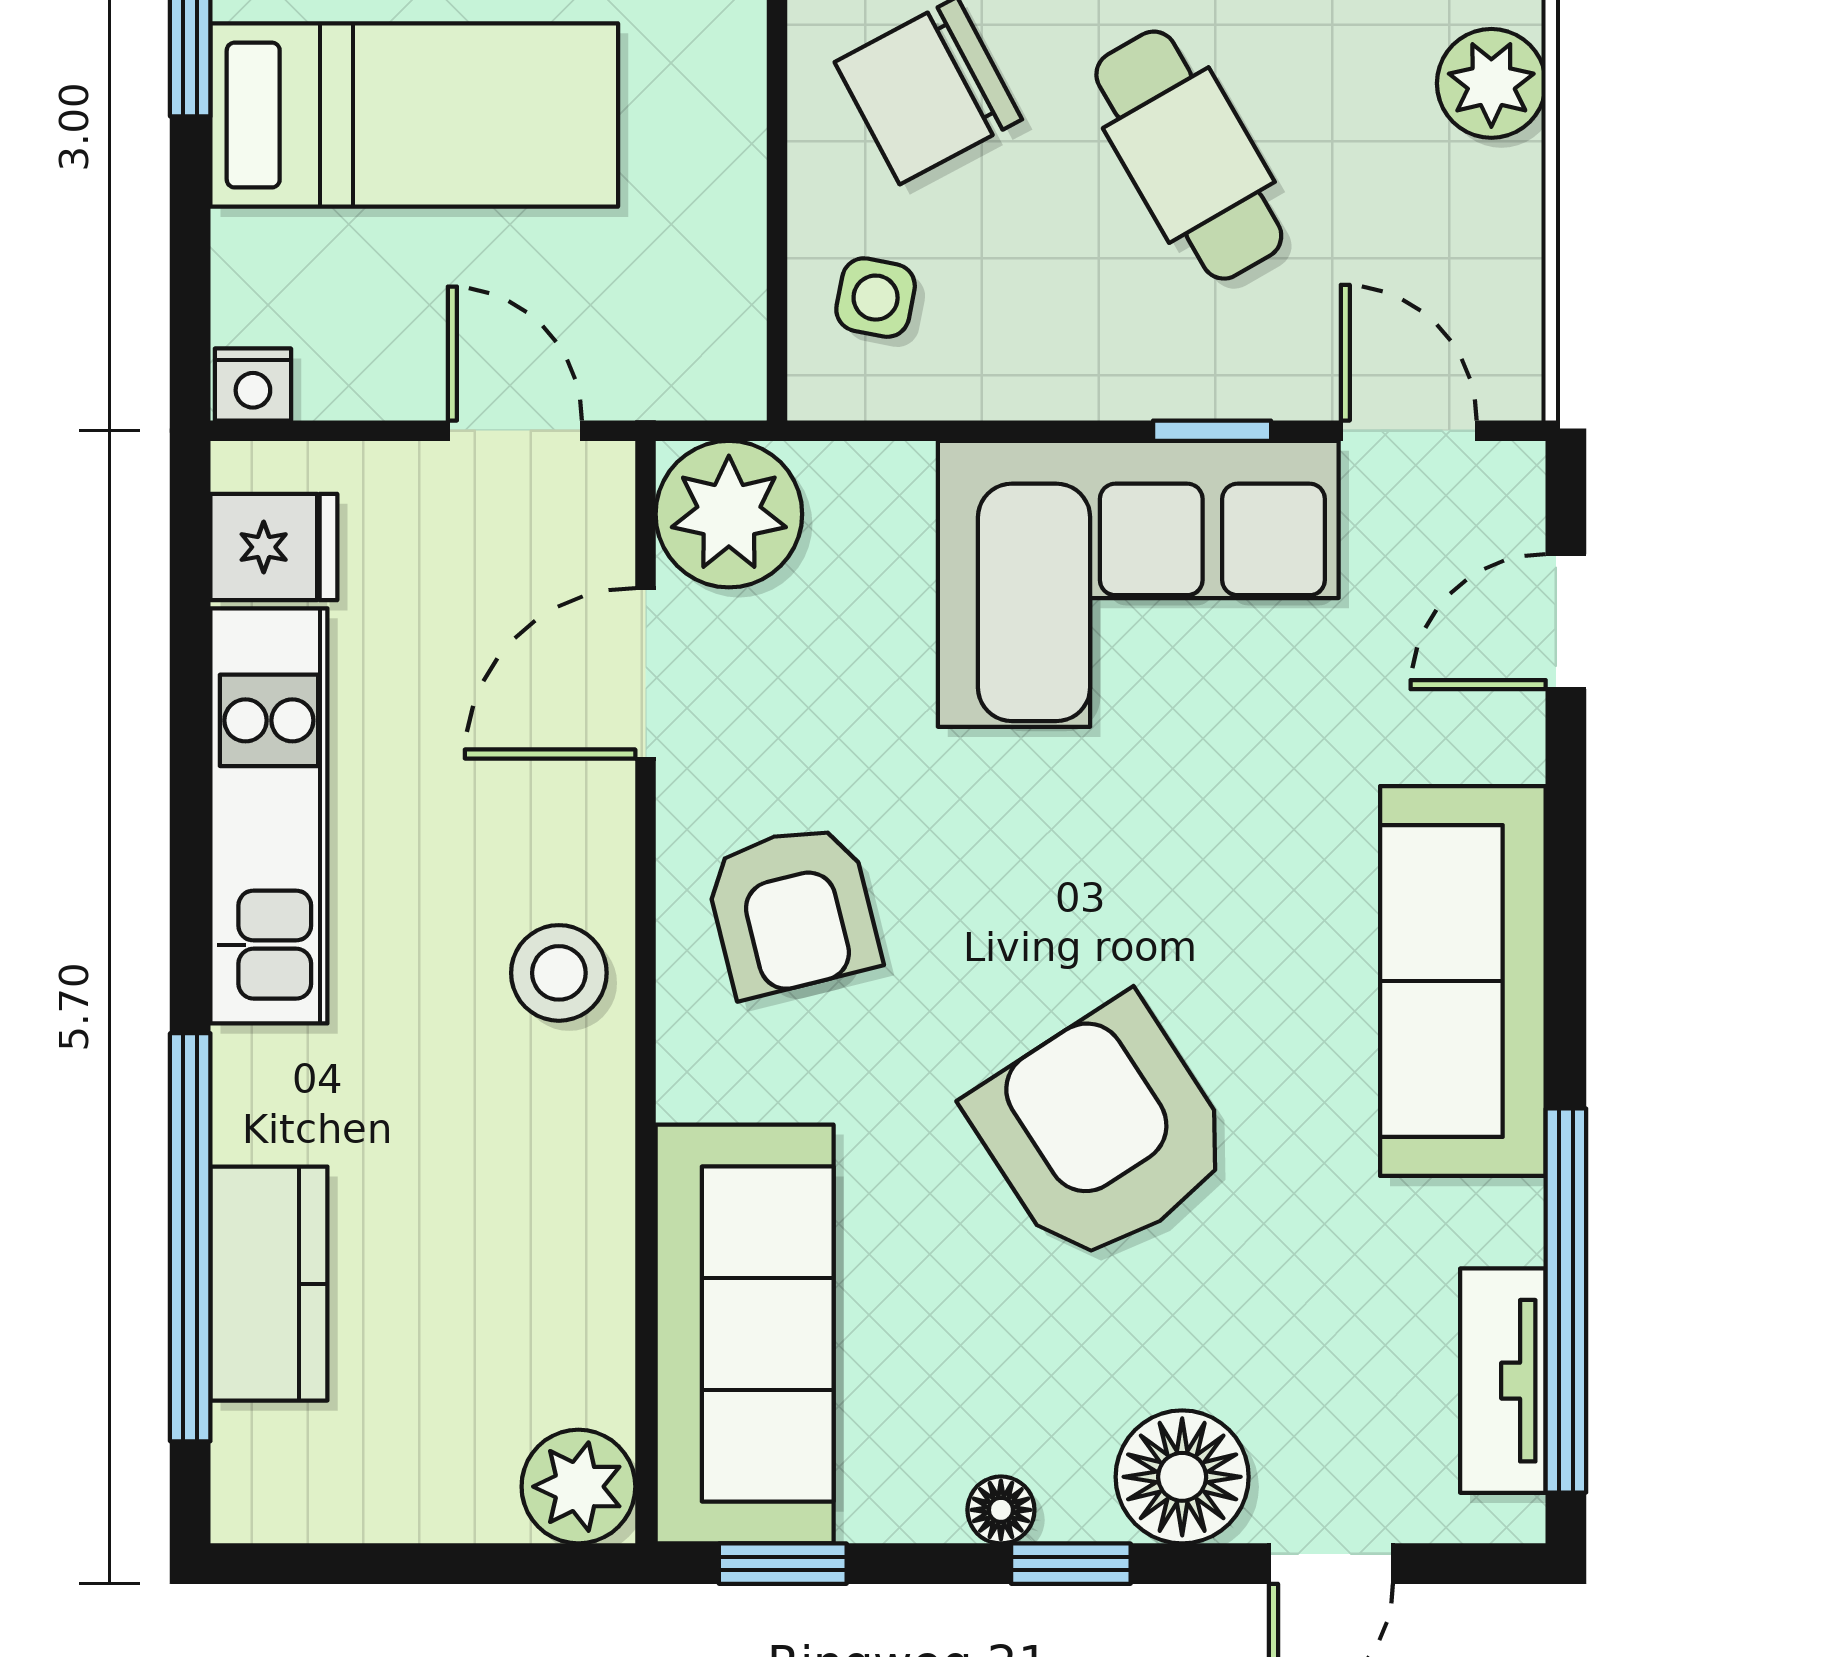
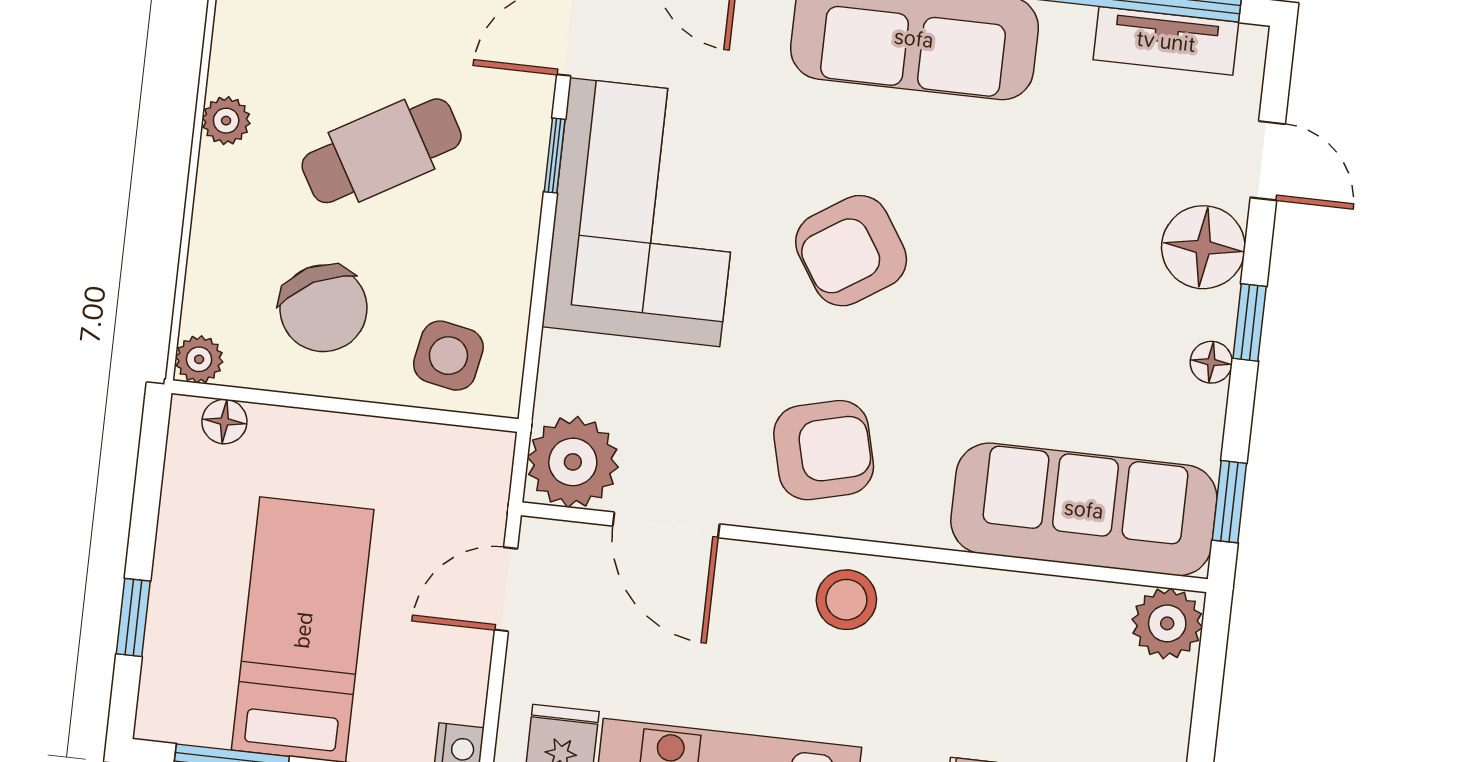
side table: (876, 298) -> (448, 356), width x1.37, depth x1.37
armchair: (1102, 1132) -> (851, 251), moved, width x0.73, depth x0.73

